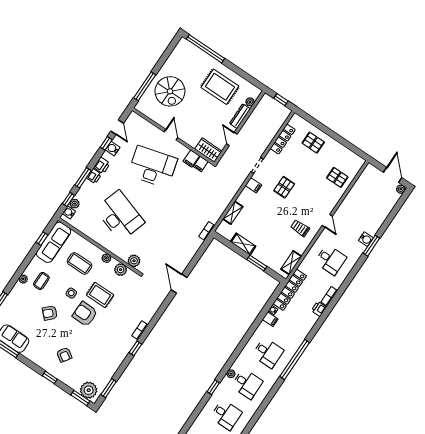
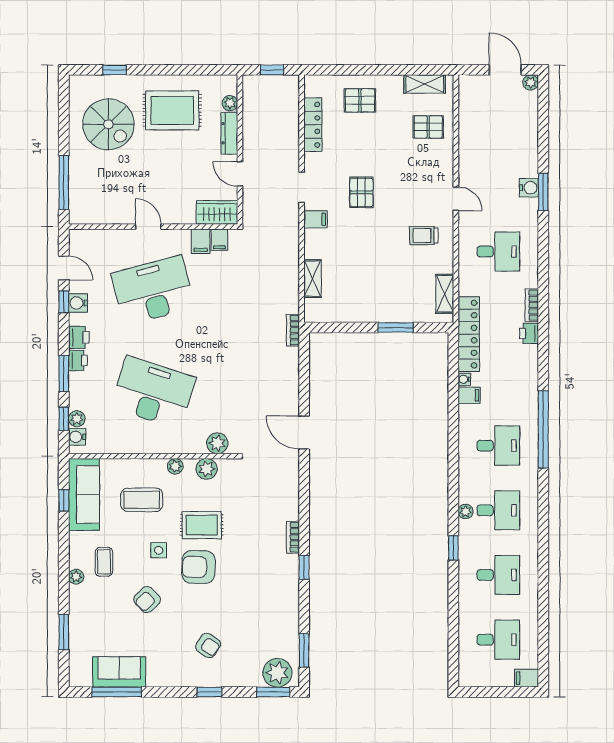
window: (205, 49) -> (115, 70), width x0.32
spiral stairs: (170, 91) -> (108, 124), moved
shelving: (243, 244) -> (425, 84), moved

